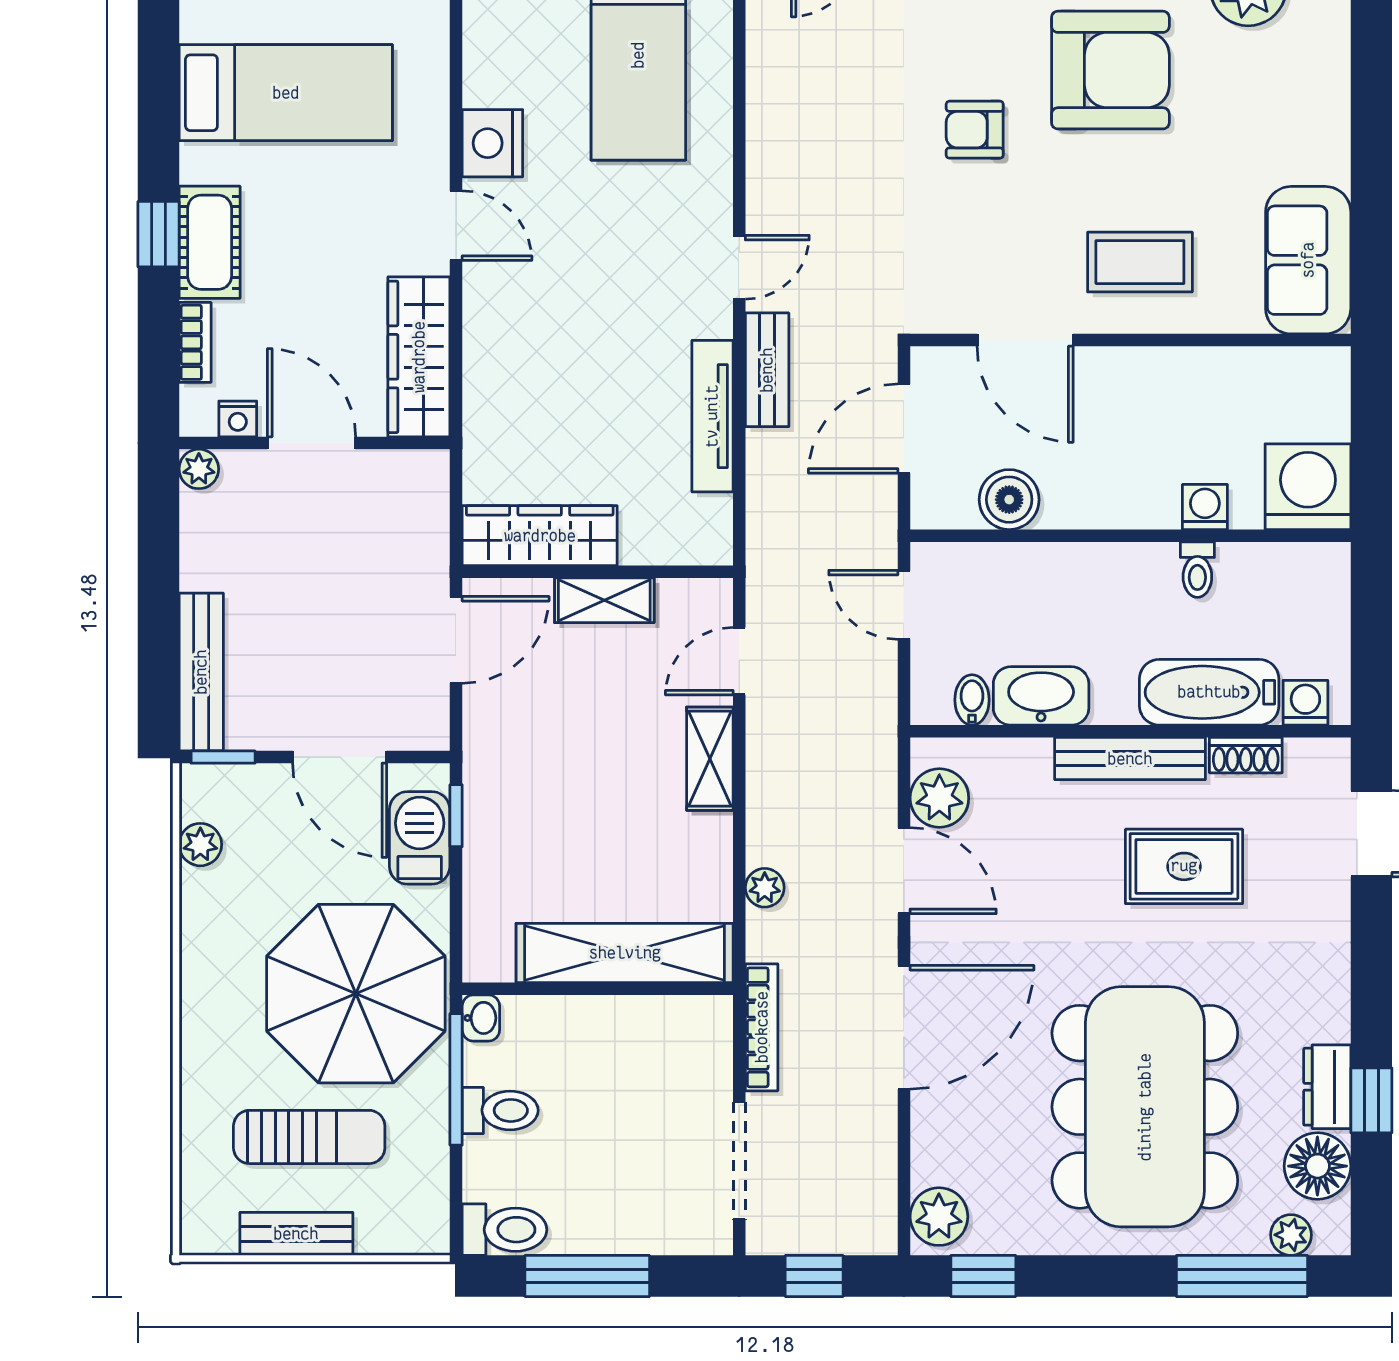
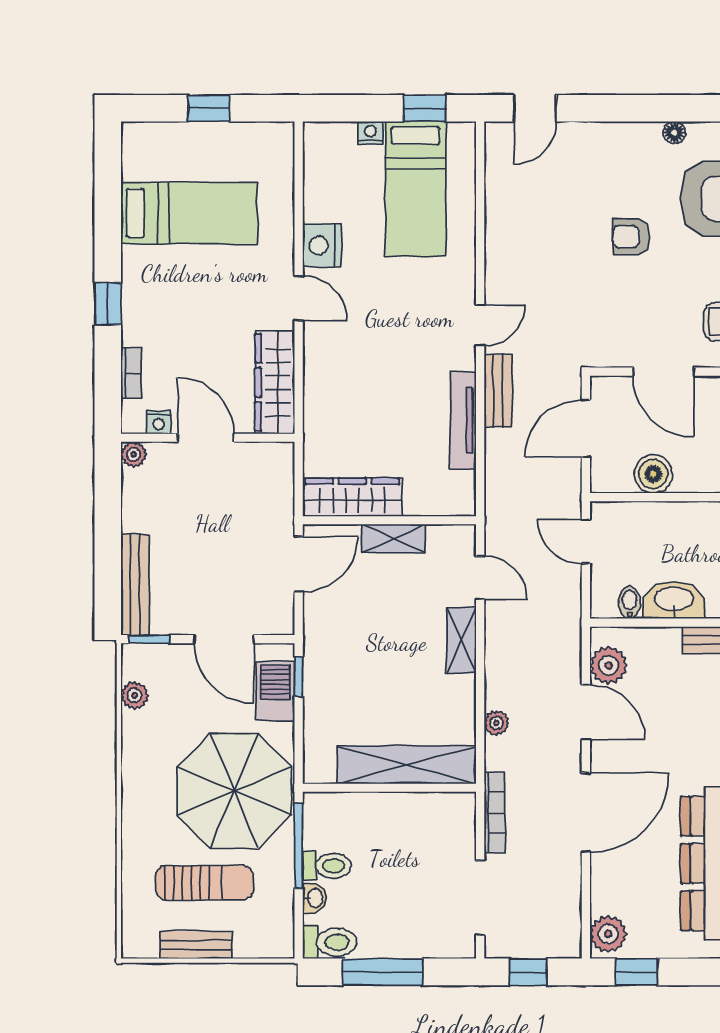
cot: (210, 242) -> (140, 309), removed
door: (739, 661) -> (480, 578), swing flipped
washbasin: (481, 1018) -> (314, 898), moved

